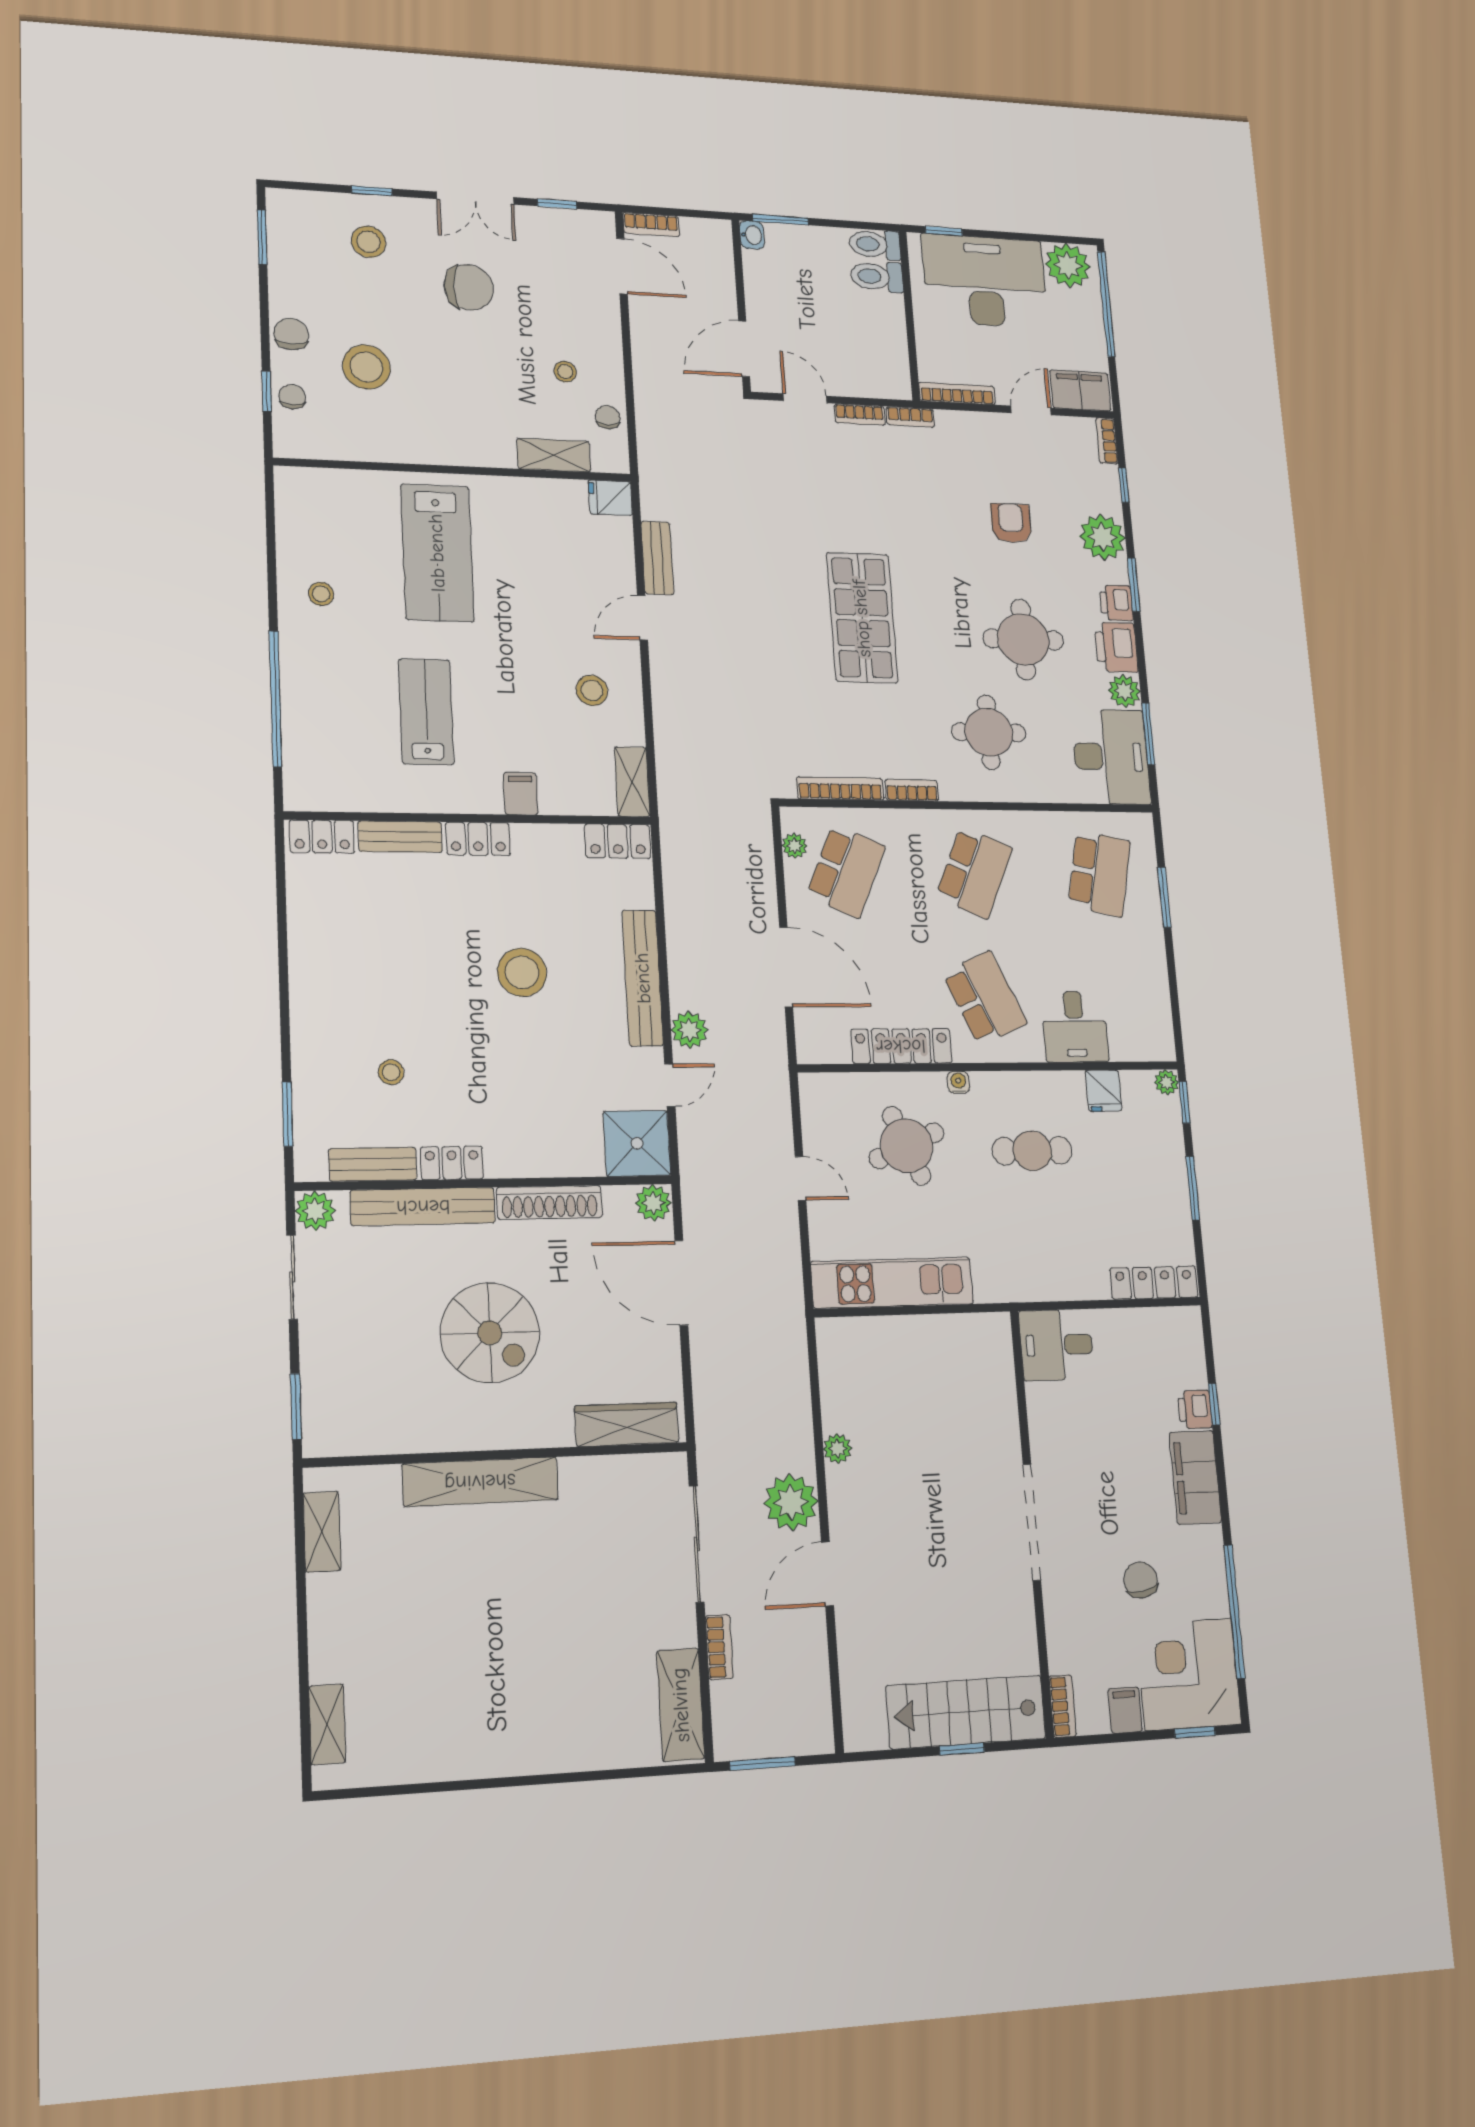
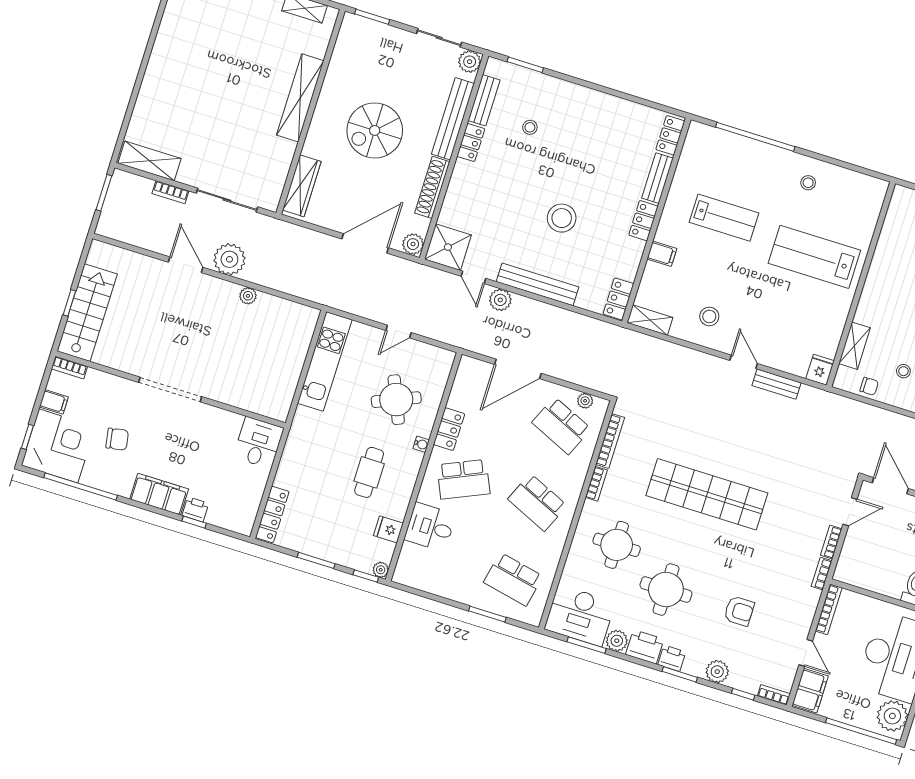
plant: (1102, 537) -> (717, 672), width x0.73, depth x0.73
shop shelf: (862, 618) -> (707, 494), width x1.40
locker: (901, 1046) -> (449, 429), width x0.66

